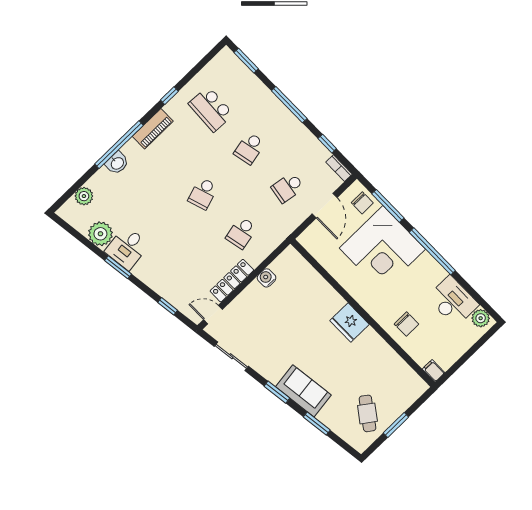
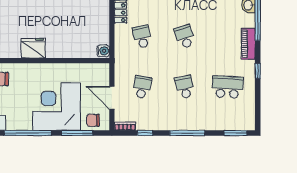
water cooler: (267, 278) -> (103, 51), moved

